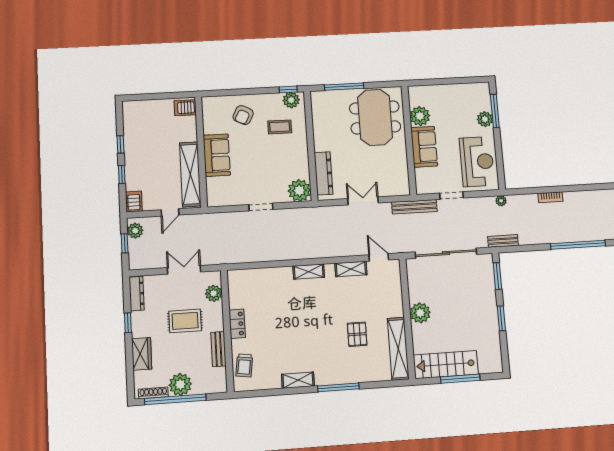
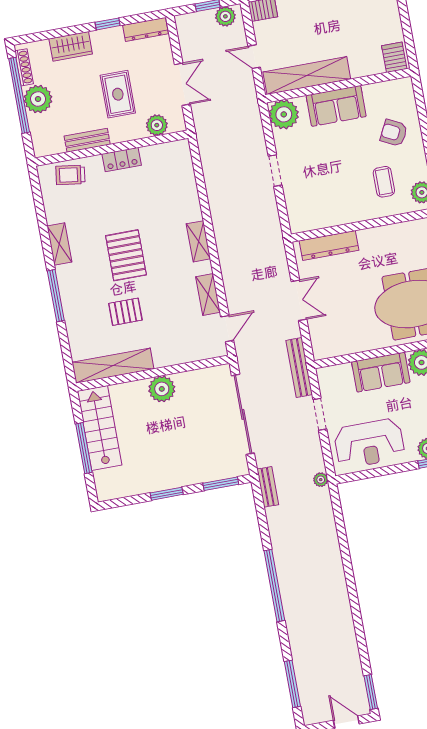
plant: (299, 190) -> (284, 114), moved
bookcase: (550, 197) -> (333, 544), removed
pallet: (313, 329) -> (126, 255), added

